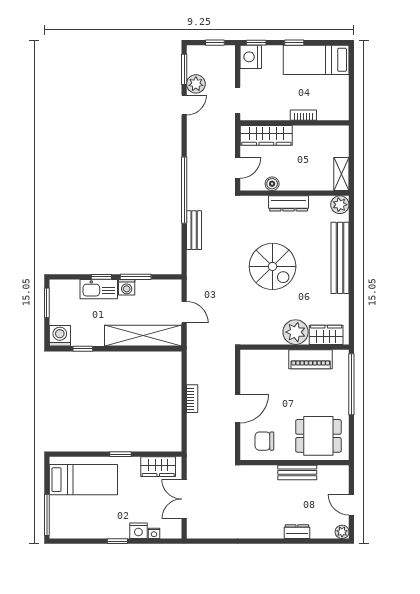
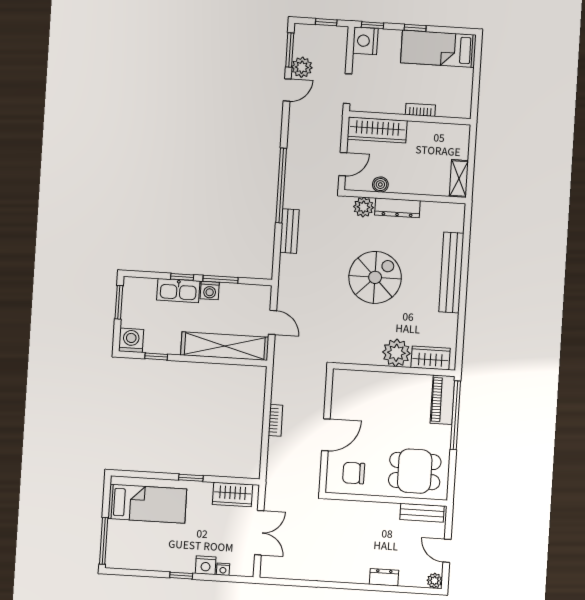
plant: (340, 205) -> (363, 207), moved
spiral stairs: (273, 266) -> (375, 277), turned -90
piano: (311, 359) -> (443, 400), moved, turned 90
bench: (297, 472) -> (422, 513), moved
double door: (184, 499) -> (259, 533), swing flipped

